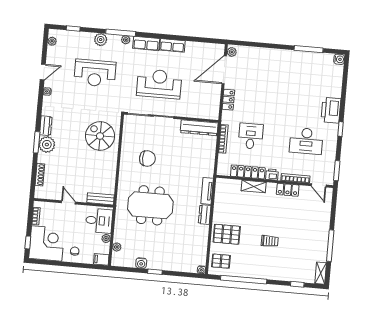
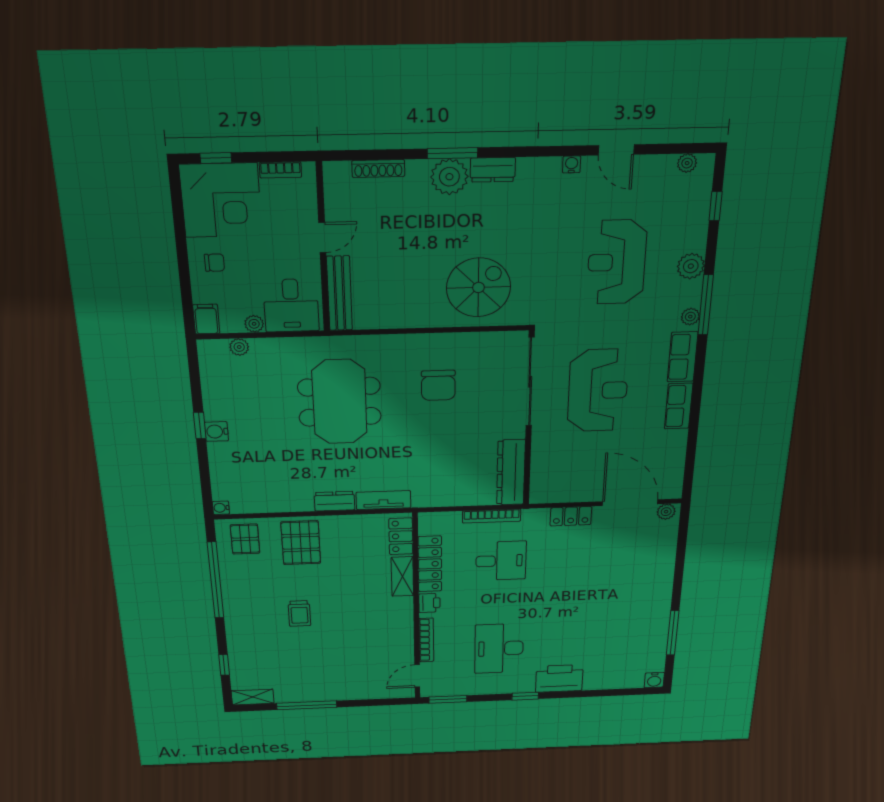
locker: (288, 190) -> (401, 536), moved
bench: (101, 199) -> (339, 293), width x1.36
water cooler: (141, 263) -> (216, 432), moved

